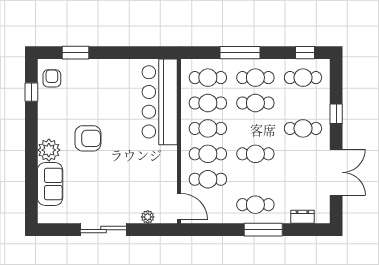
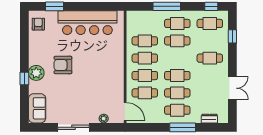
cafe table: (208, 78) -> (177, 93), moved
window: (31, 92) -> (24, 79), moved
bar counter: (160, 102) -> (87, 23), moved, turned -90
window: (336, 114) -> (232, 36), moved
armchair: (88, 138) -> (63, 65), turned 180
double door: (336, 172) -> (232, 88), width x0.73
sofa: (50, 184) -> (37, 108), moved

